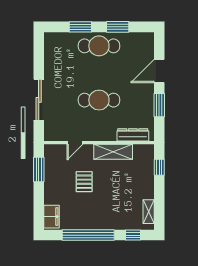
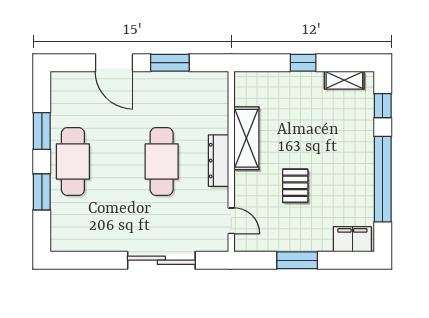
dresser: (133, 135) -> (219, 161), moved
door: (75, 143) -> (231, 221), moved
window: (159, 167) -> (303, 63), moved
window: (39, 169) -> (297, 260), moved
pallet: (84, 182) -> (295, 186), turned 90

